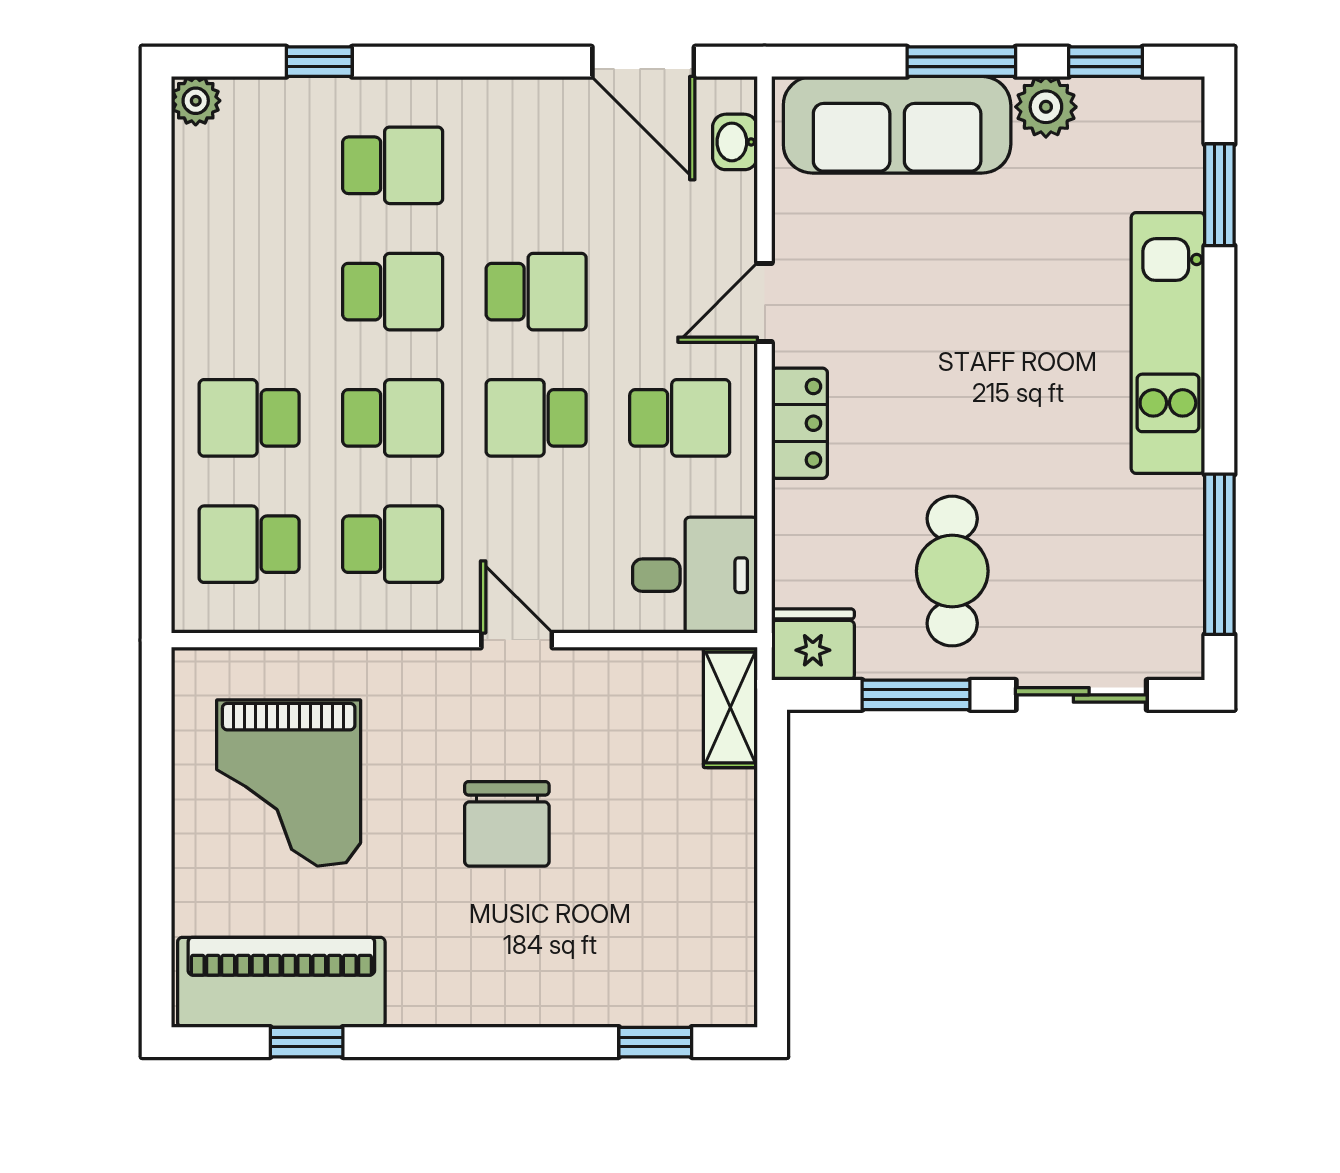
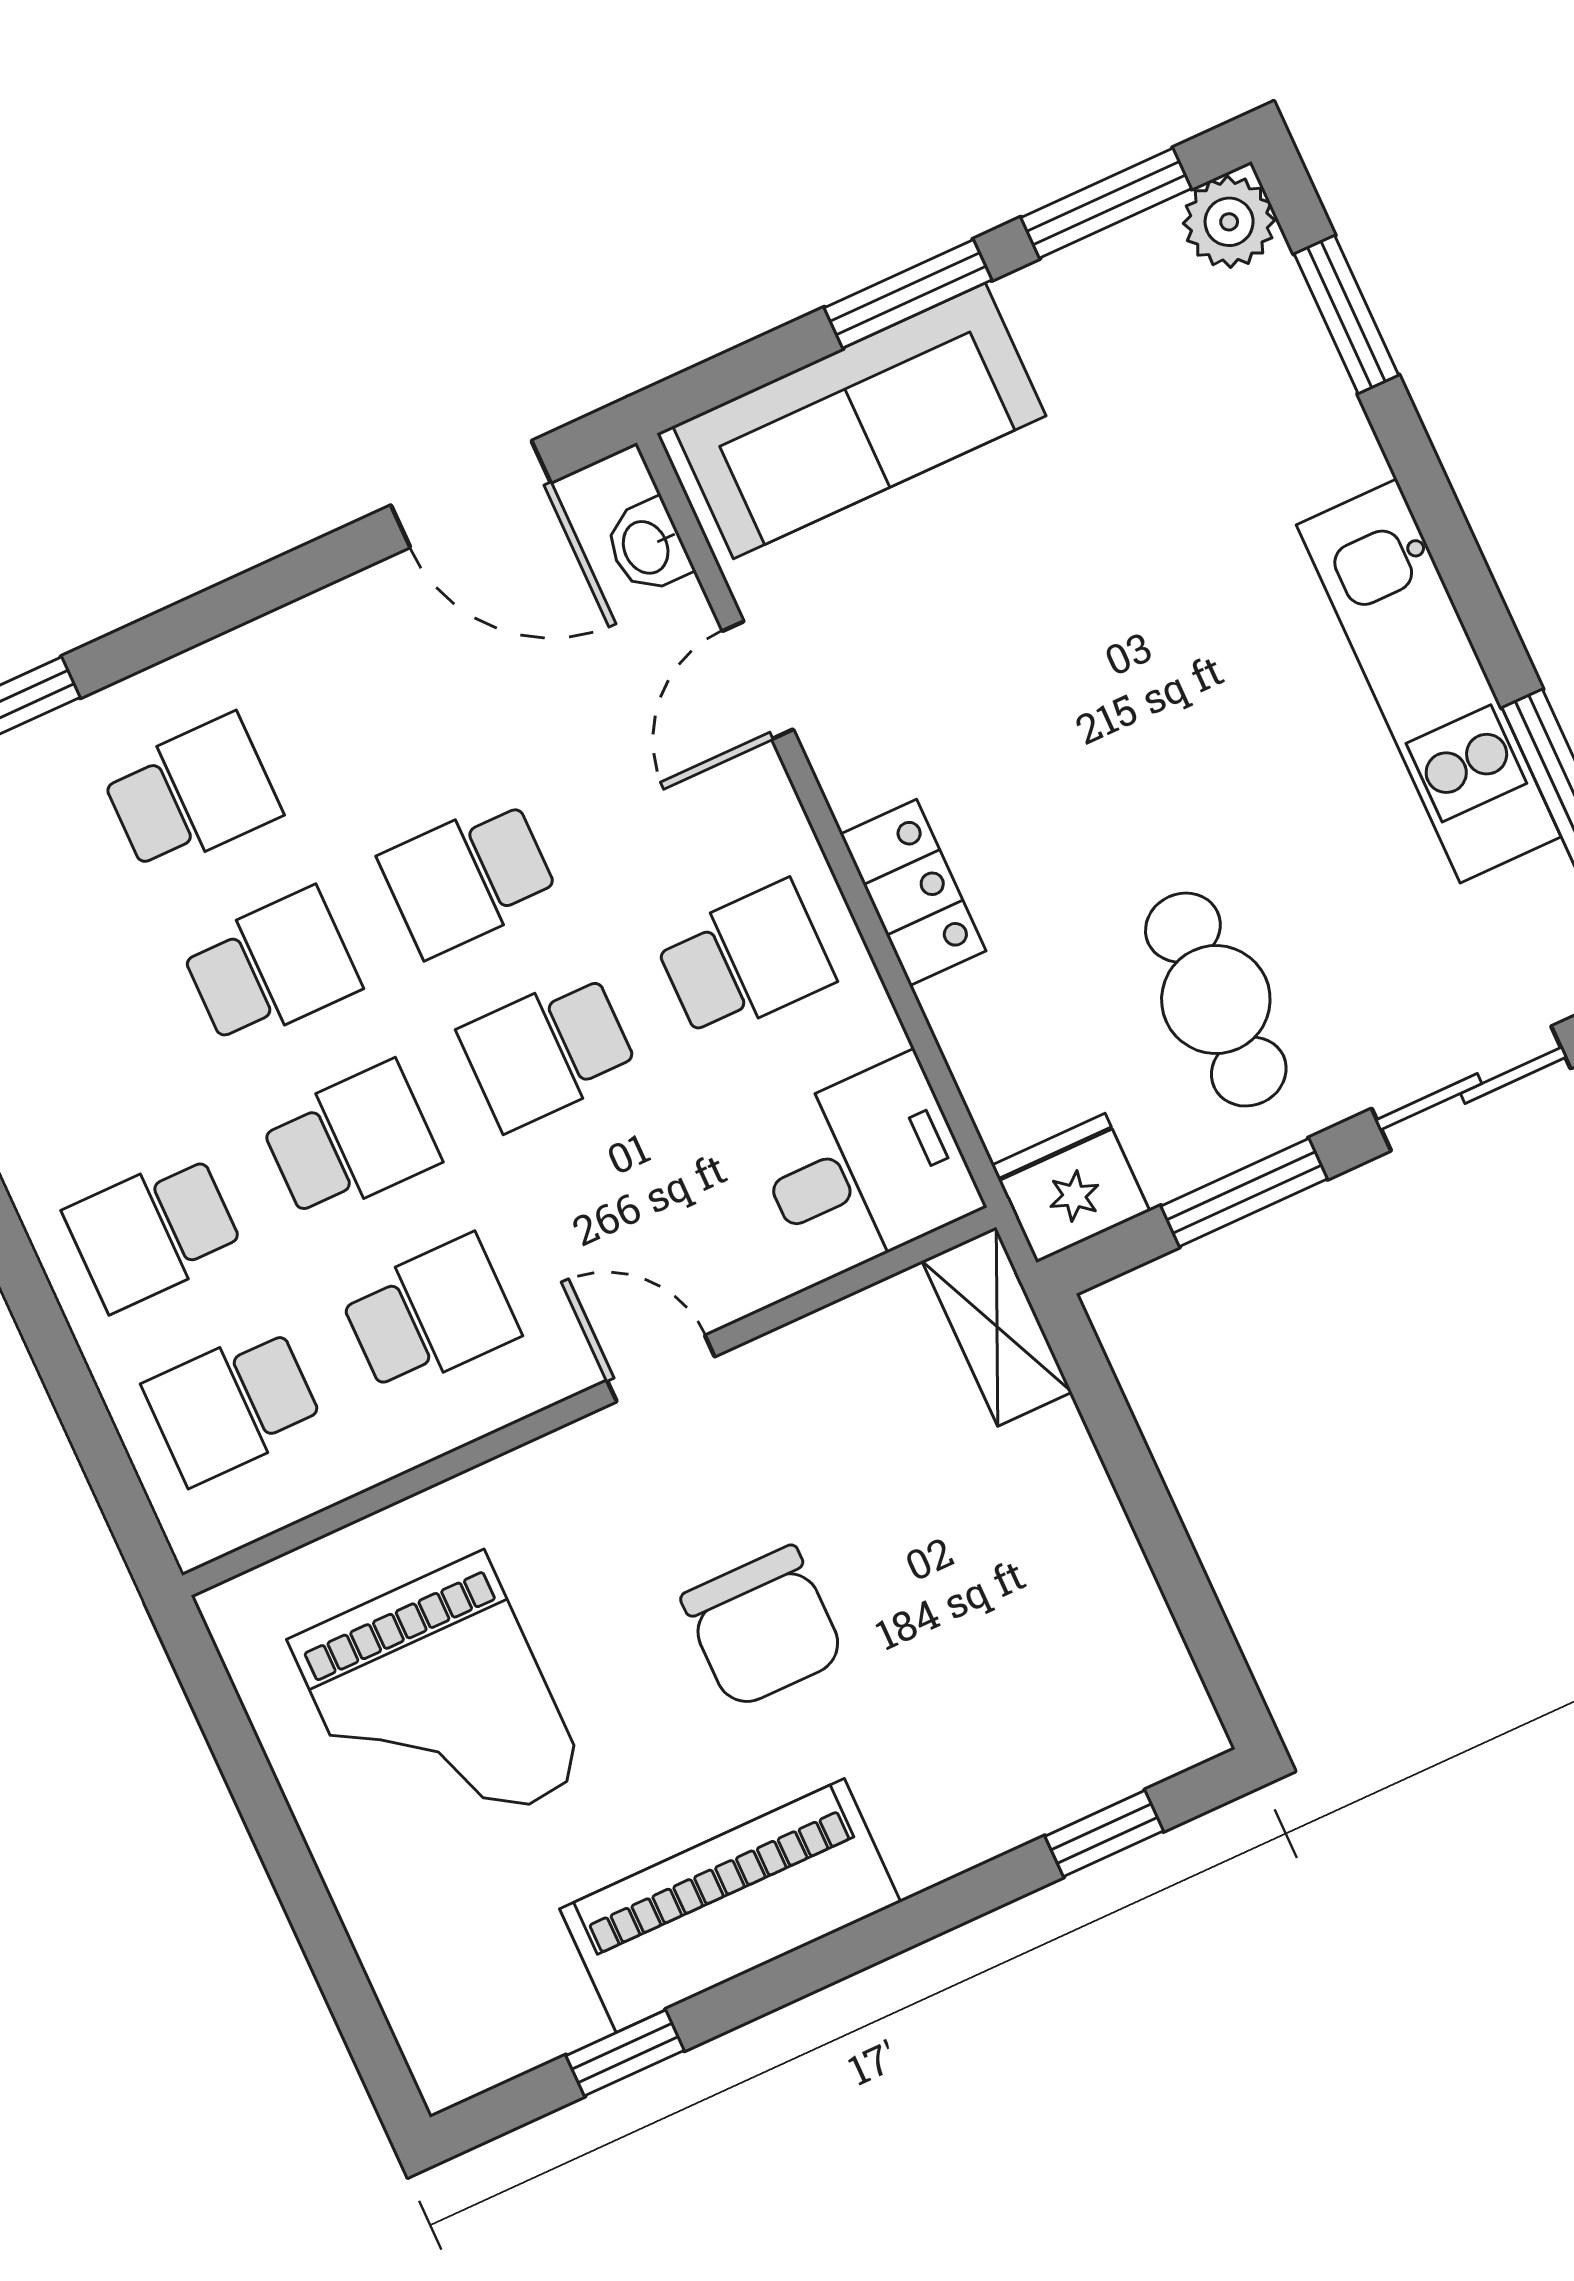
window: (1106, 62) -> (1106, 203), width x1.50
plant: (1046, 107) -> (1229, 222), moved
school desk: (536, 292) -> (468, 877), turned 180
door: (765, 302) -> (758, 680), moved
kitchen unit: (1168, 343) -> (1429, 681), moved
piano: (281, 982) -> (730, 1906), moved

